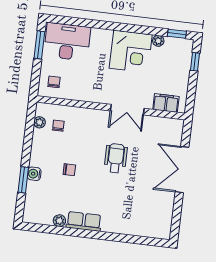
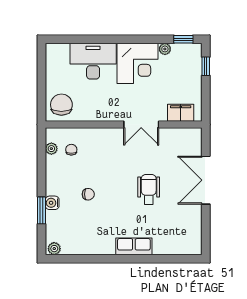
desk: (67, 42) -> (93, 61), moved
window: (39, 45) -> (42, 68), removed
chair: (54, 82) -> (61, 105), width x1.87, depth x1.87
wheelchair: (116, 158) -> (149, 189), moved
plant: (59, 221) -> (54, 249), moved
row of seats: (84, 221) -> (134, 246), moved

